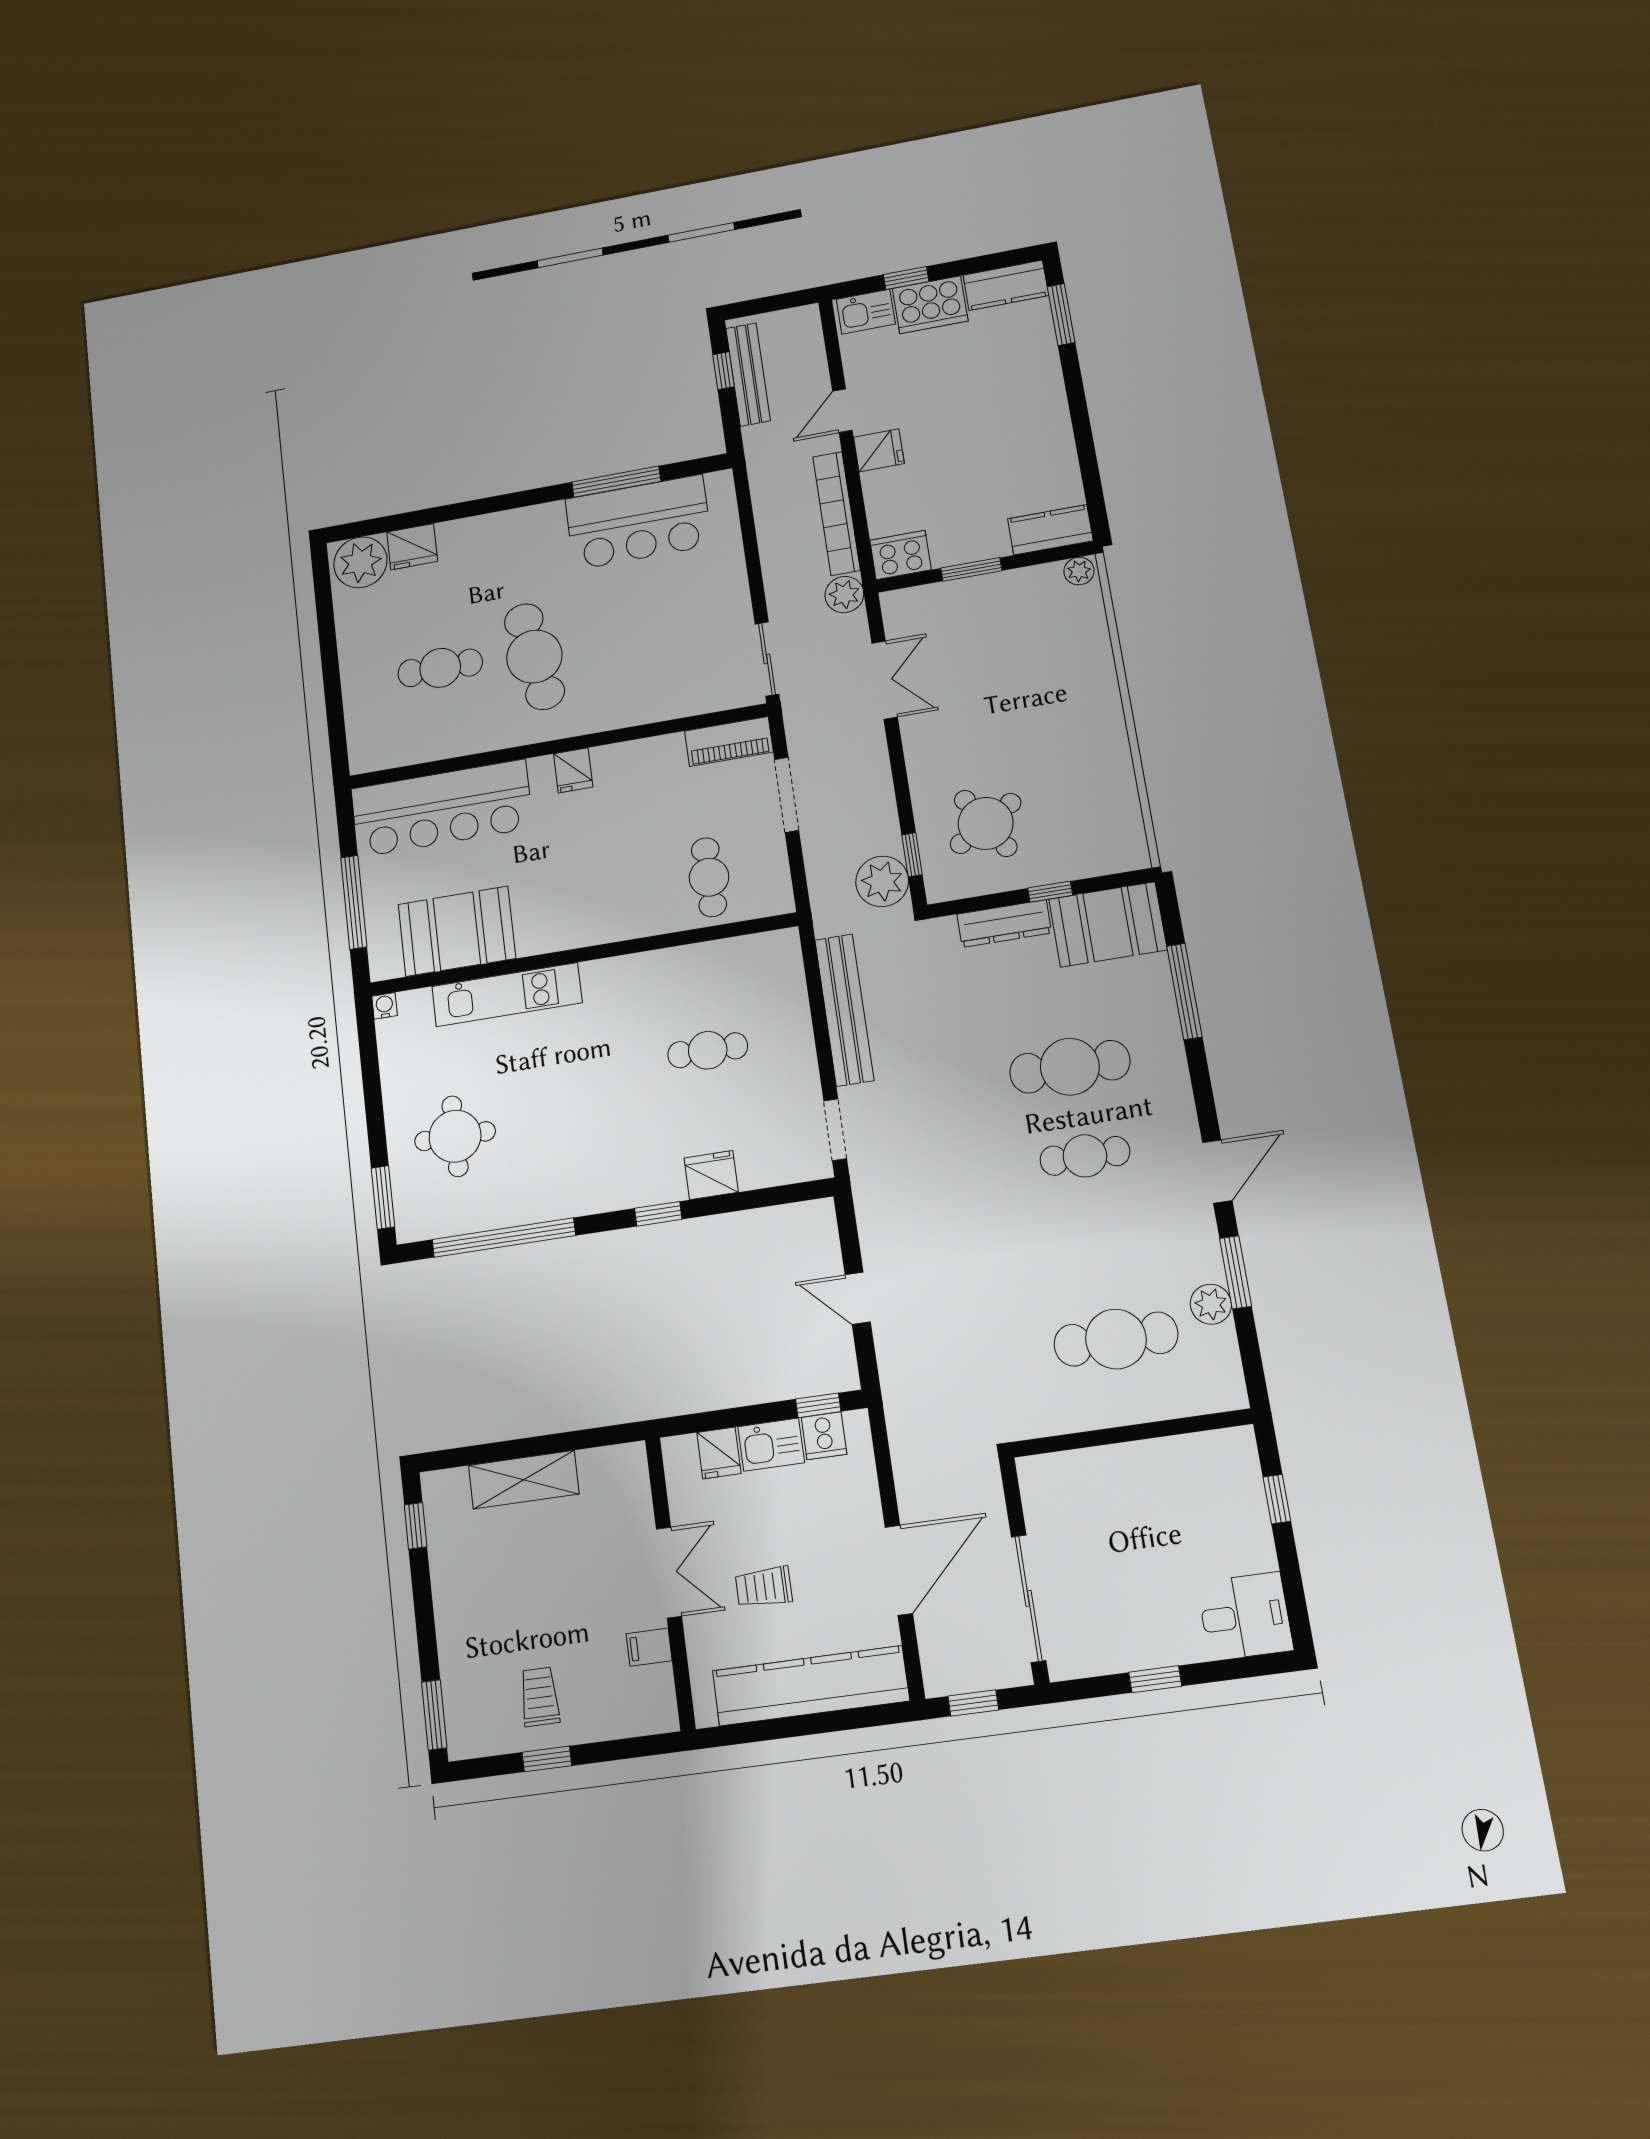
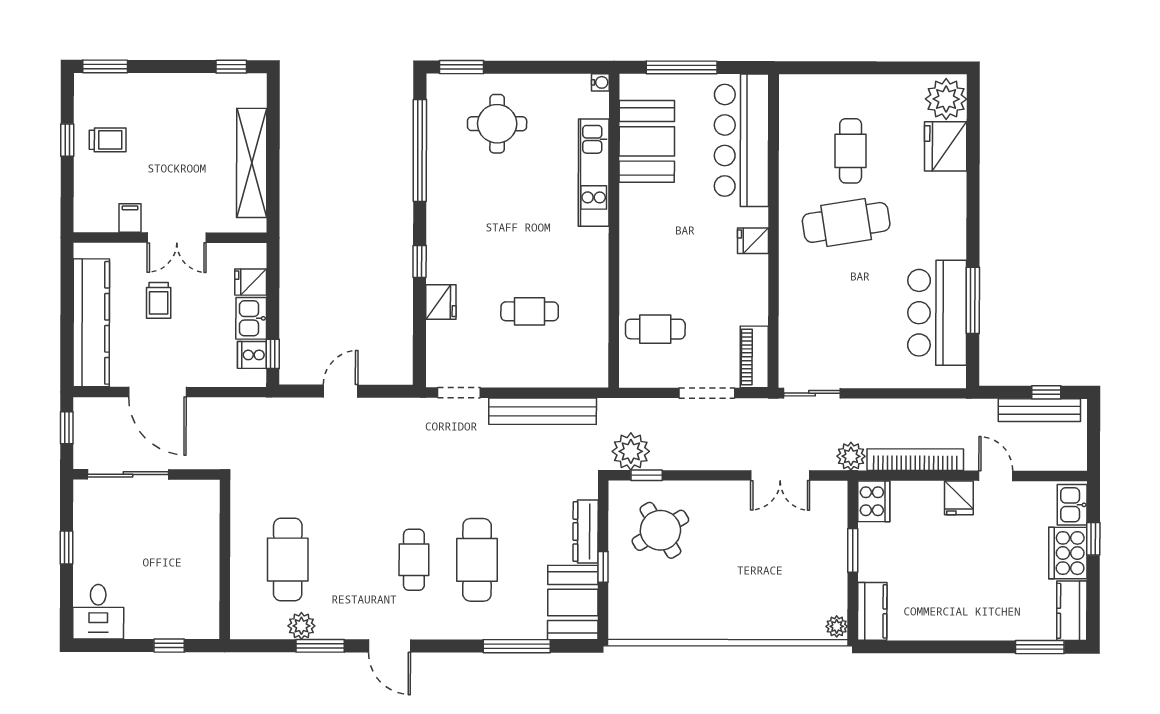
fridge: (412, 547) -> (946, 146), width x1.36, depth x1.34
cafe table: (708, 1050) -> (530, 311), turned 90
shelving: (524, 1480) -> (252, 163), width x1.47
trolley: (764, 1587) -> (159, 300), turned 180

